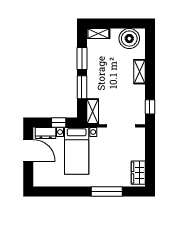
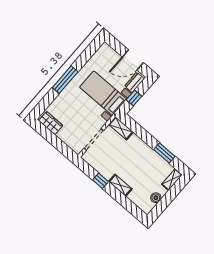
boiler: (129, 39) -> (156, 198), width x0.54, depth x0.54
window: (82, 87) -> (144, 136), removed
window: (150, 107) -> (100, 181), moved
window: (107, 192) -> (65, 80), moved

